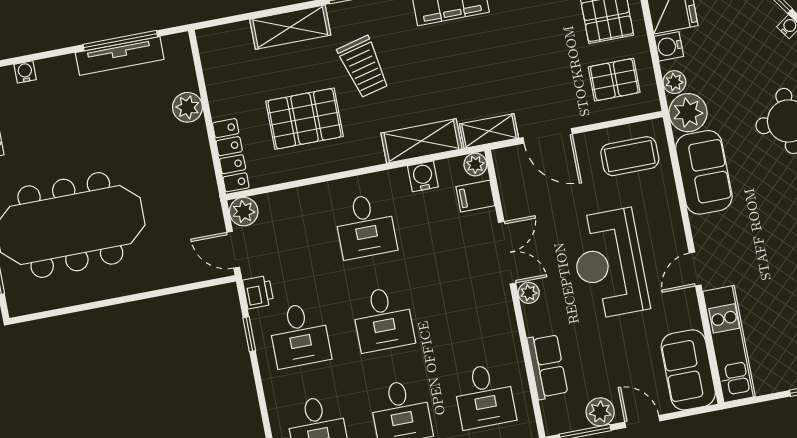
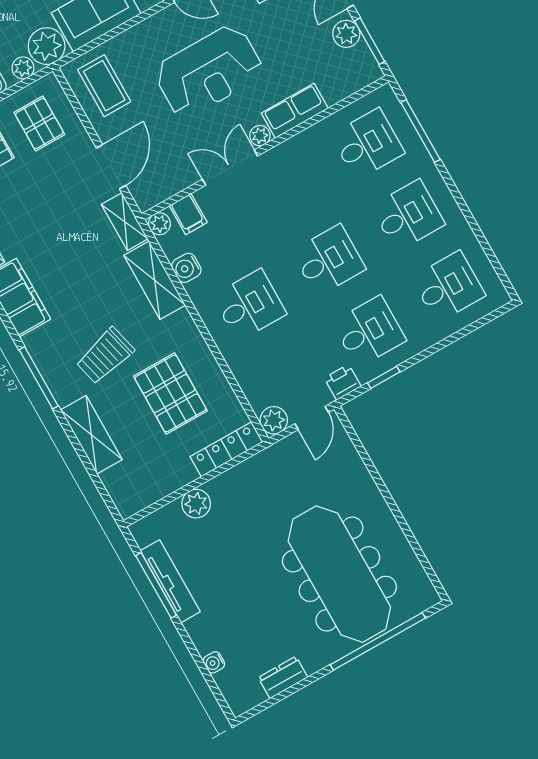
trolley: (363, 67) -> (105, 356), turned 180
row of seats: (547, 366) -> (295, 111), moved

